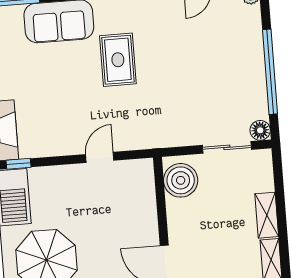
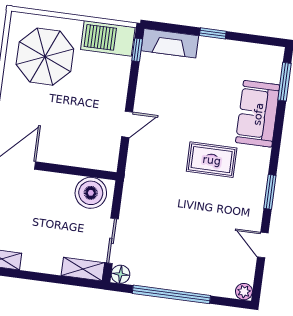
door: (100, 157) -> (127, 124), hinge flipped
shelving: (267, 215) -> (83, 269), moved

